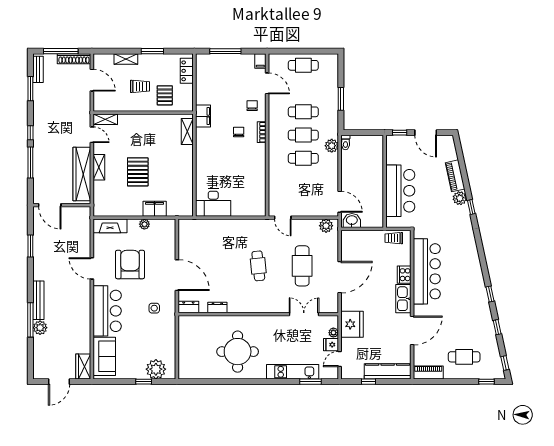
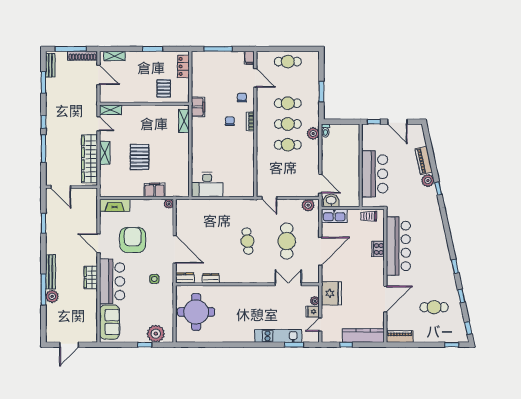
shelving: (126, 59) -> (115, 56), moved
trolley: (140, 86) -> (142, 80), removed
plant: (144, 224) -> (169, 204), moved
kitchen sink: (403, 299) -> (334, 216), moved, turned -90
round table: (238, 352) -> (196, 312), moved
cafe table: (464, 357) -> (434, 307), moved
wardrobe: (83, 367) -> (91, 277), moved

